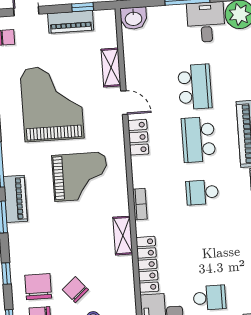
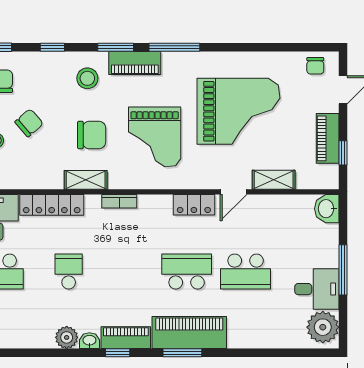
school desk: (202, 192) -> (69, 272), moved
stool: (32, 240) -> (87, 78), added
chair: (38, 287) -> (92, 135), moved

